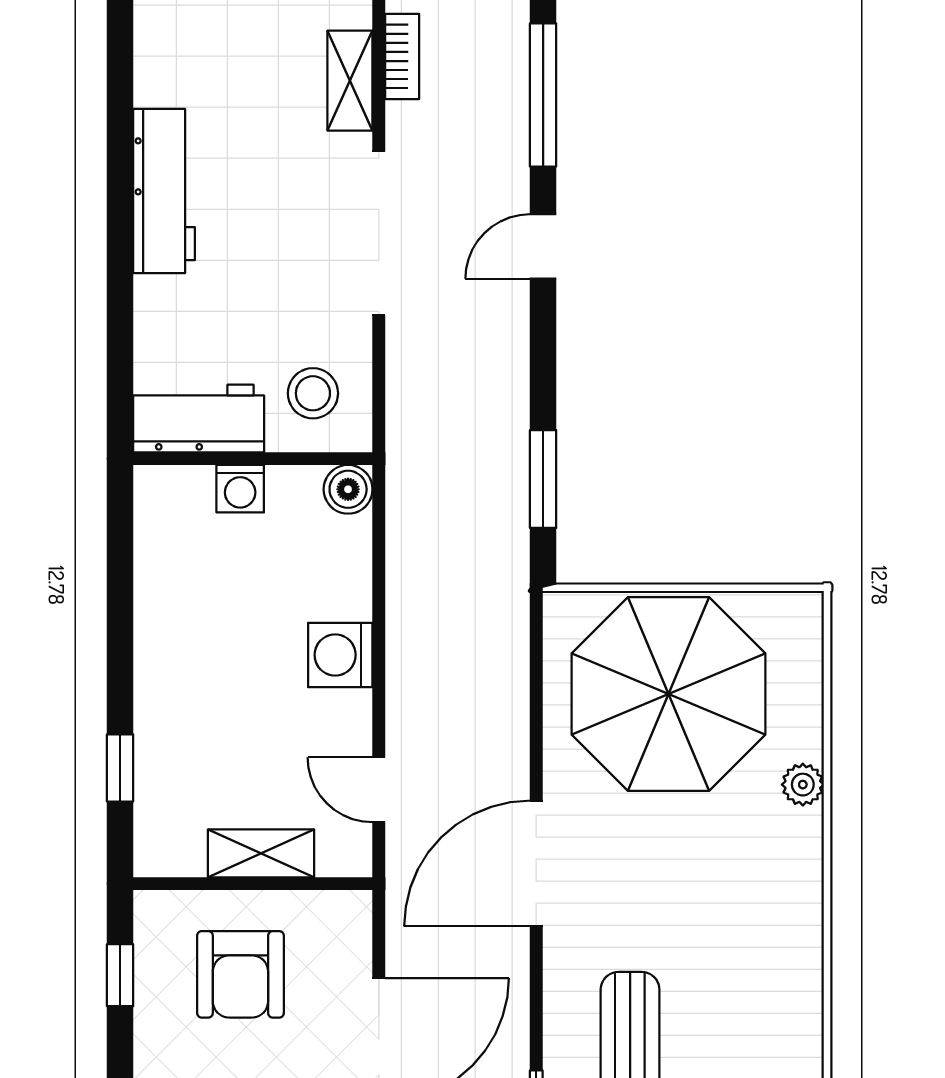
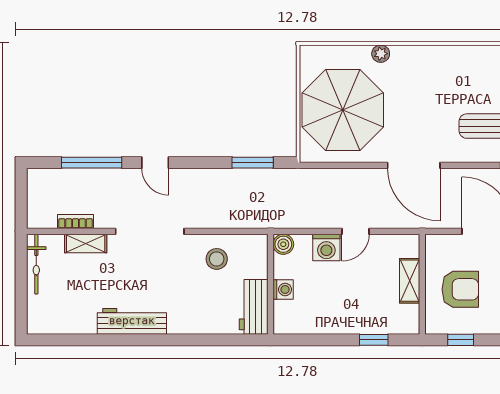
workbench: (199, 418) -> (254, 307), moved
wall: (253, 459) -> (270, 284), moved
washing machine: (240, 489) -> (283, 289), moved
boiler: (348, 489) -> (283, 244), moved
door: (379, 790) -> (356, 231), moved

